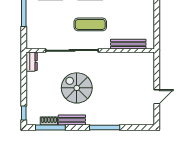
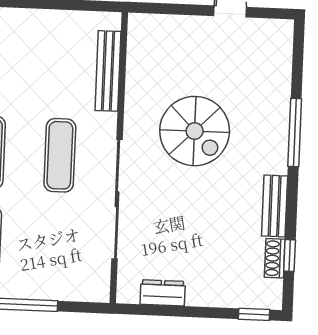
dresser: (32, 62) -> (163, 293), moved
spiral stairs: (77, 88) -> (195, 131), moved, turned -90
window: (50, 127) -> (290, 256), width x0.46

